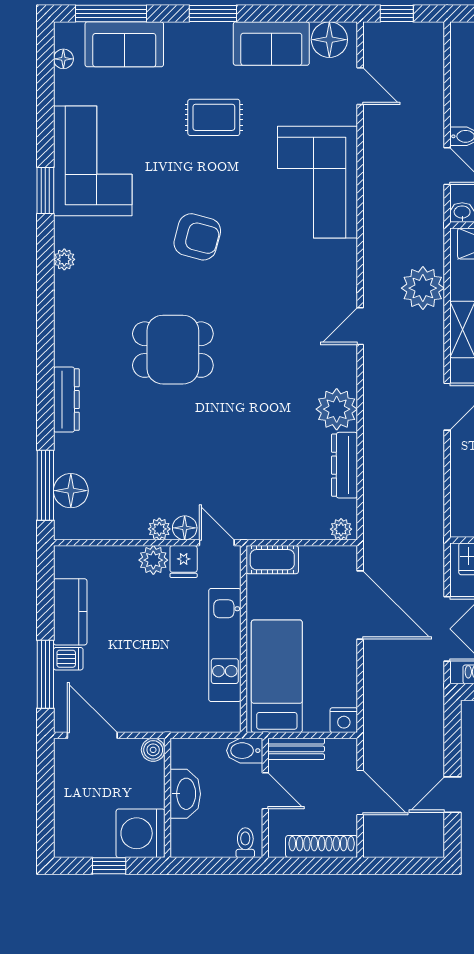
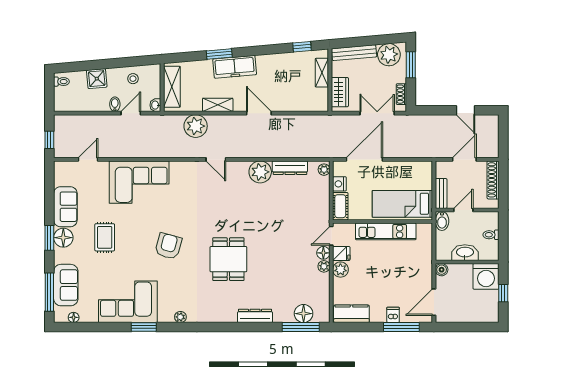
floor lamp: (329, 40) -> (63, 238), moved
kitchen counter: (70, 612) -> (351, 314), moved
nightstand: (344, 720) -> (339, 184), moved, turned 180
toilet: (245, 843) -> (491, 235), moved

